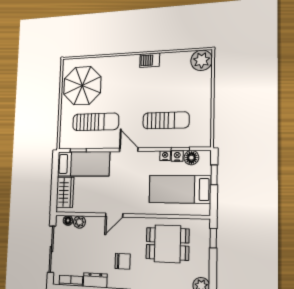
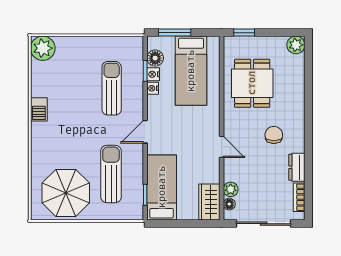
window: (214, 175) -> (175, 33), width x1.50
wardrobe: (65, 192) -> (209, 202), moved, turned -90

